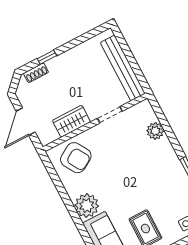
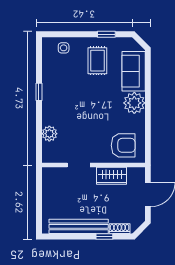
bench: (123, 68) -> (79, 226), moved, turned 90
armchair: (76, 158) -> (123, 145), turned 121

